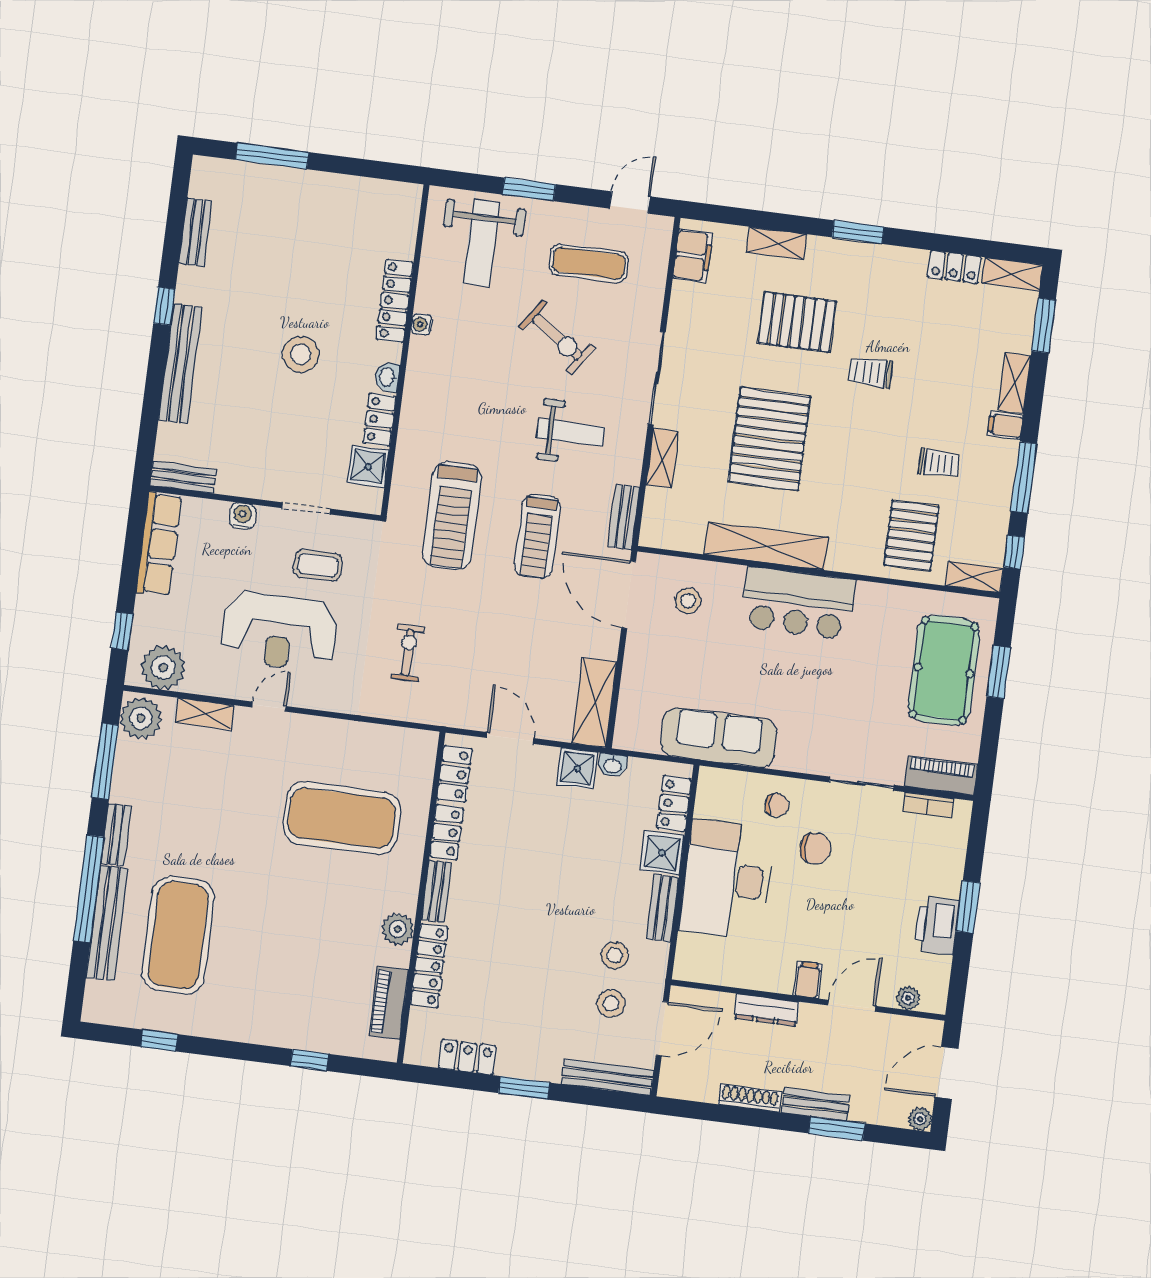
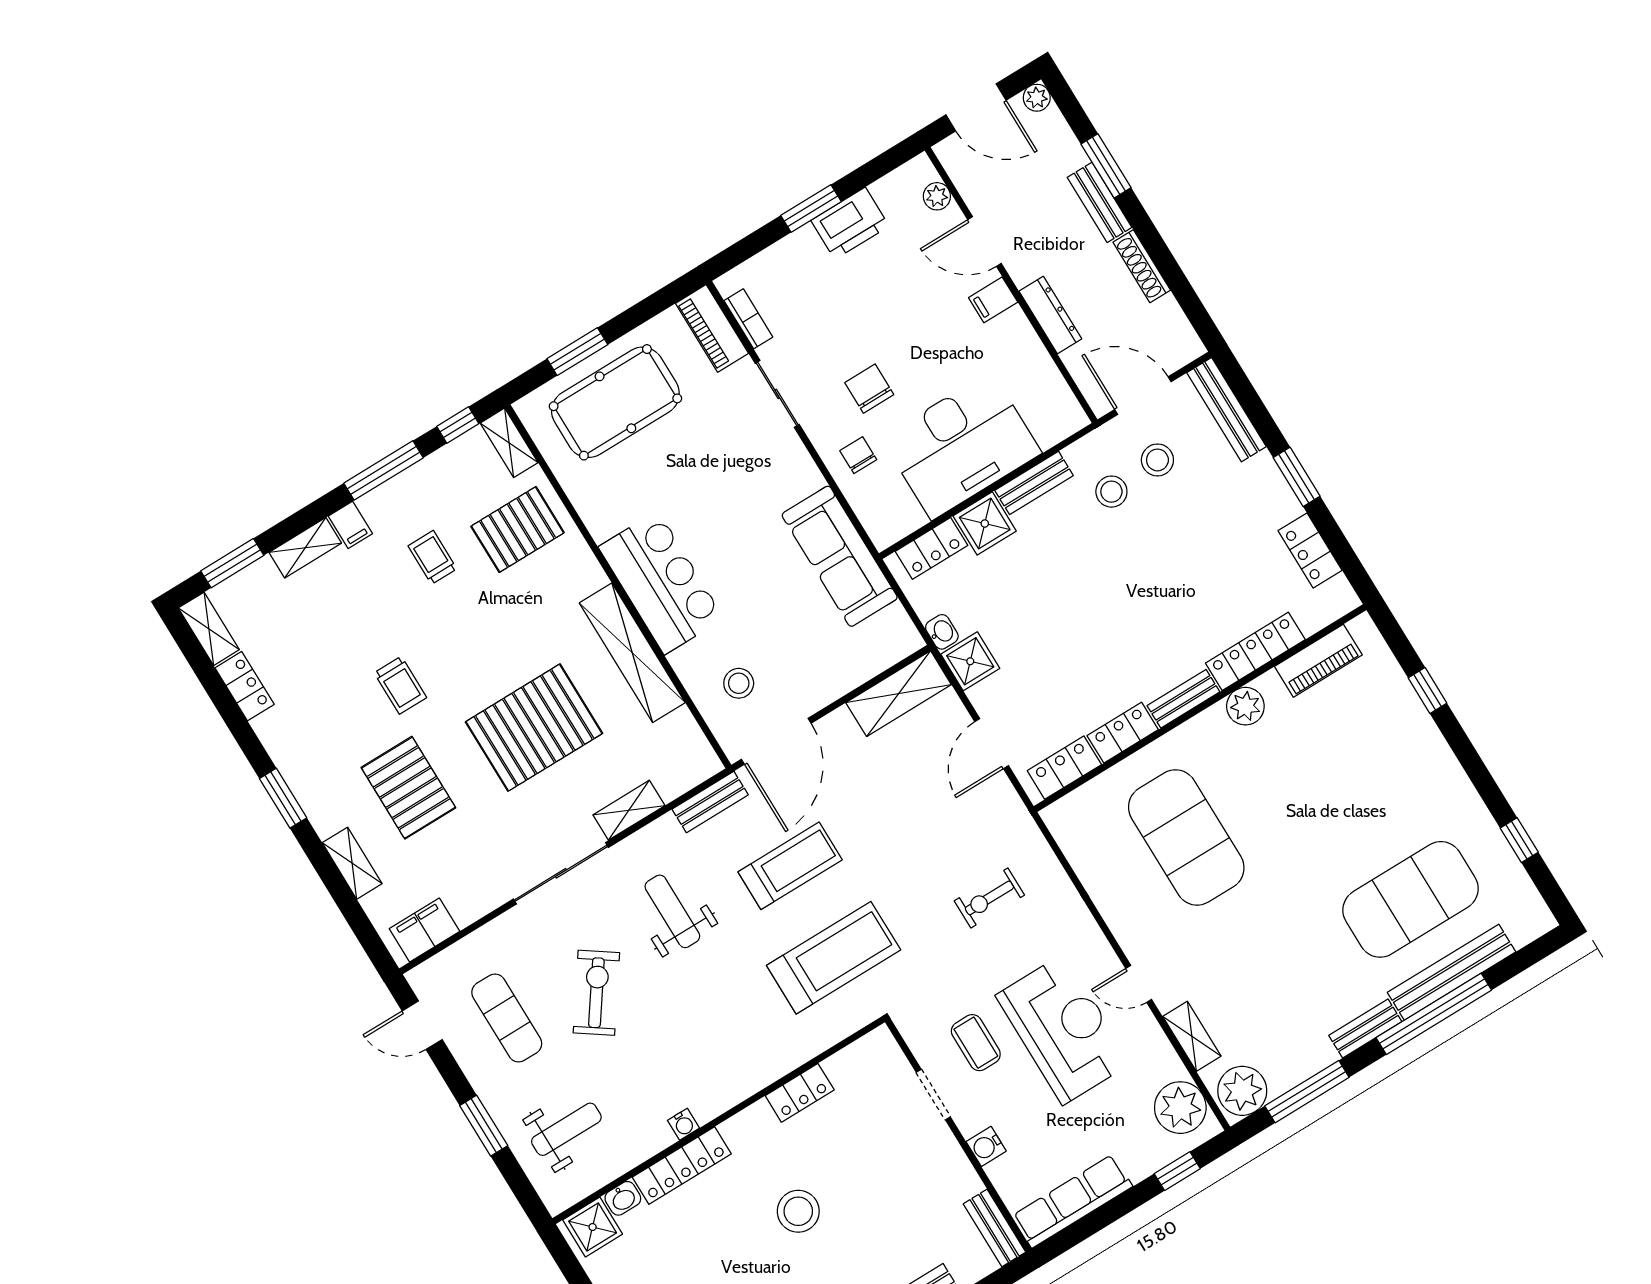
weight bench: (482, 243) -> (566, 1129), width x0.73, depth x0.75
washbasin: (387, 377) -> (623, 1198), moved
shower: (368, 466) -> (593, 1227), moved

